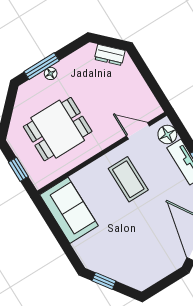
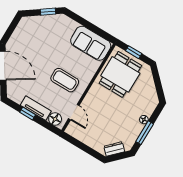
window: (42, 66) -> (145, 133), moved
dining table: (58, 129) -> (120, 74), moved
door: (138, 131) -> (74, 112), hinge flipped

